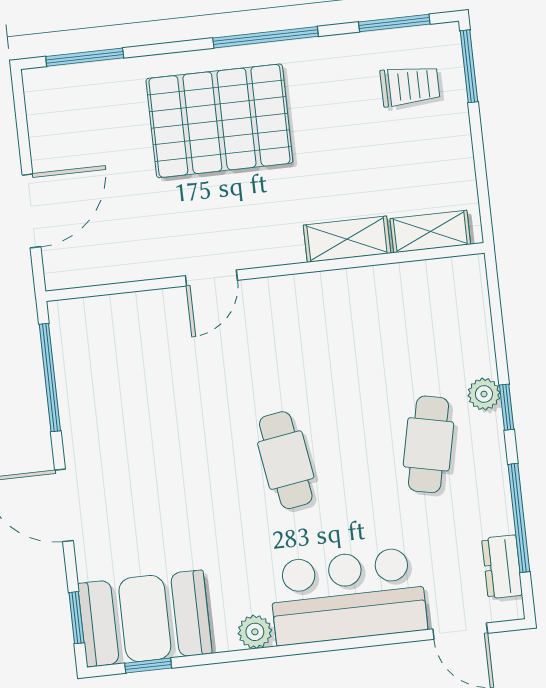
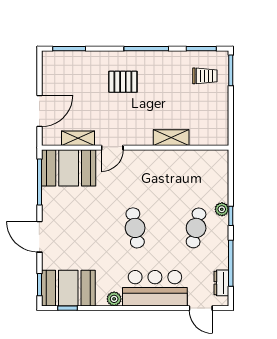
pallet: (219, 121) -> (123, 82), width x0.49, depth x0.50
shelving: (430, 232) -> (78, 138), moved
booth: (114, 337) -> (69, 168), added

